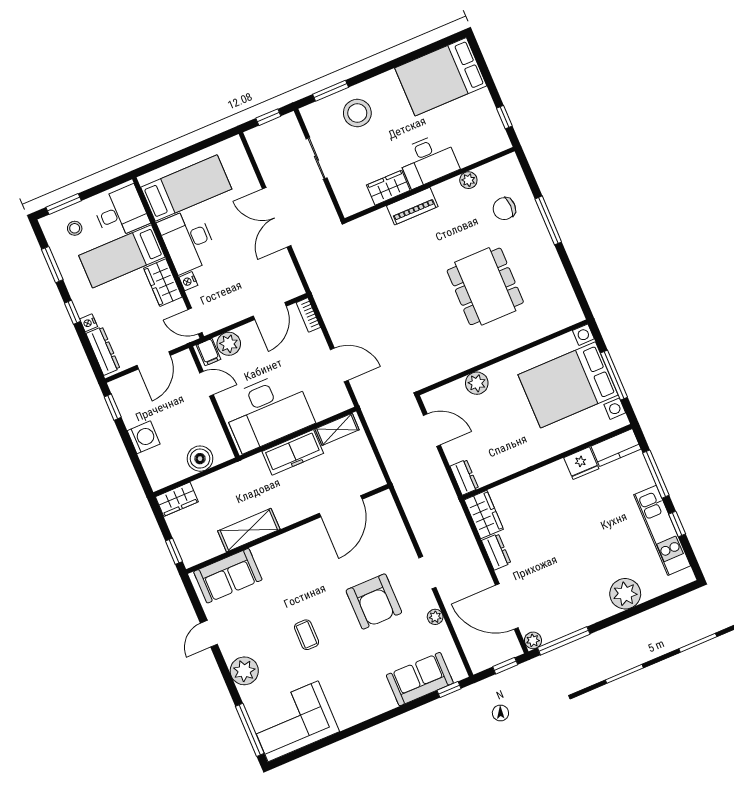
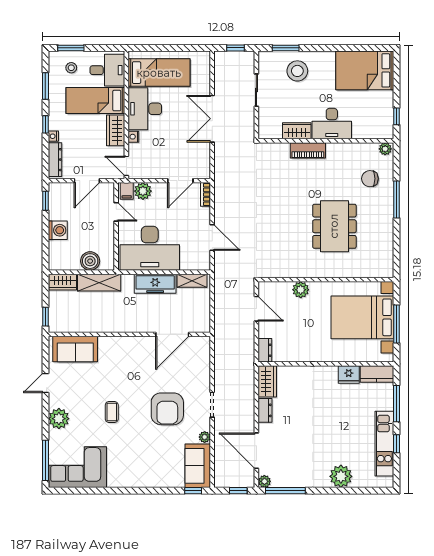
plant: (468, 180) -> (385, 149), moved
shelving: (249, 530) -> (99, 283), moved
sofa: (420, 679) -> (198, 466), moved, turned -90

